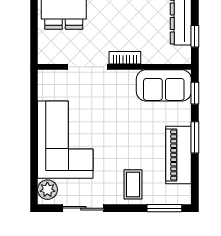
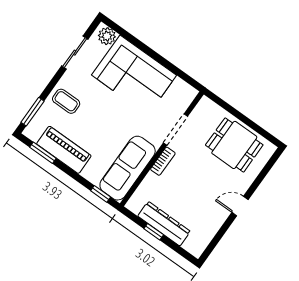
window: (195, 36) -> (154, 232), moved
sofa: (164, 85) -> (128, 168), width x1.36
window: (195, 137) -> (43, 153), moved

